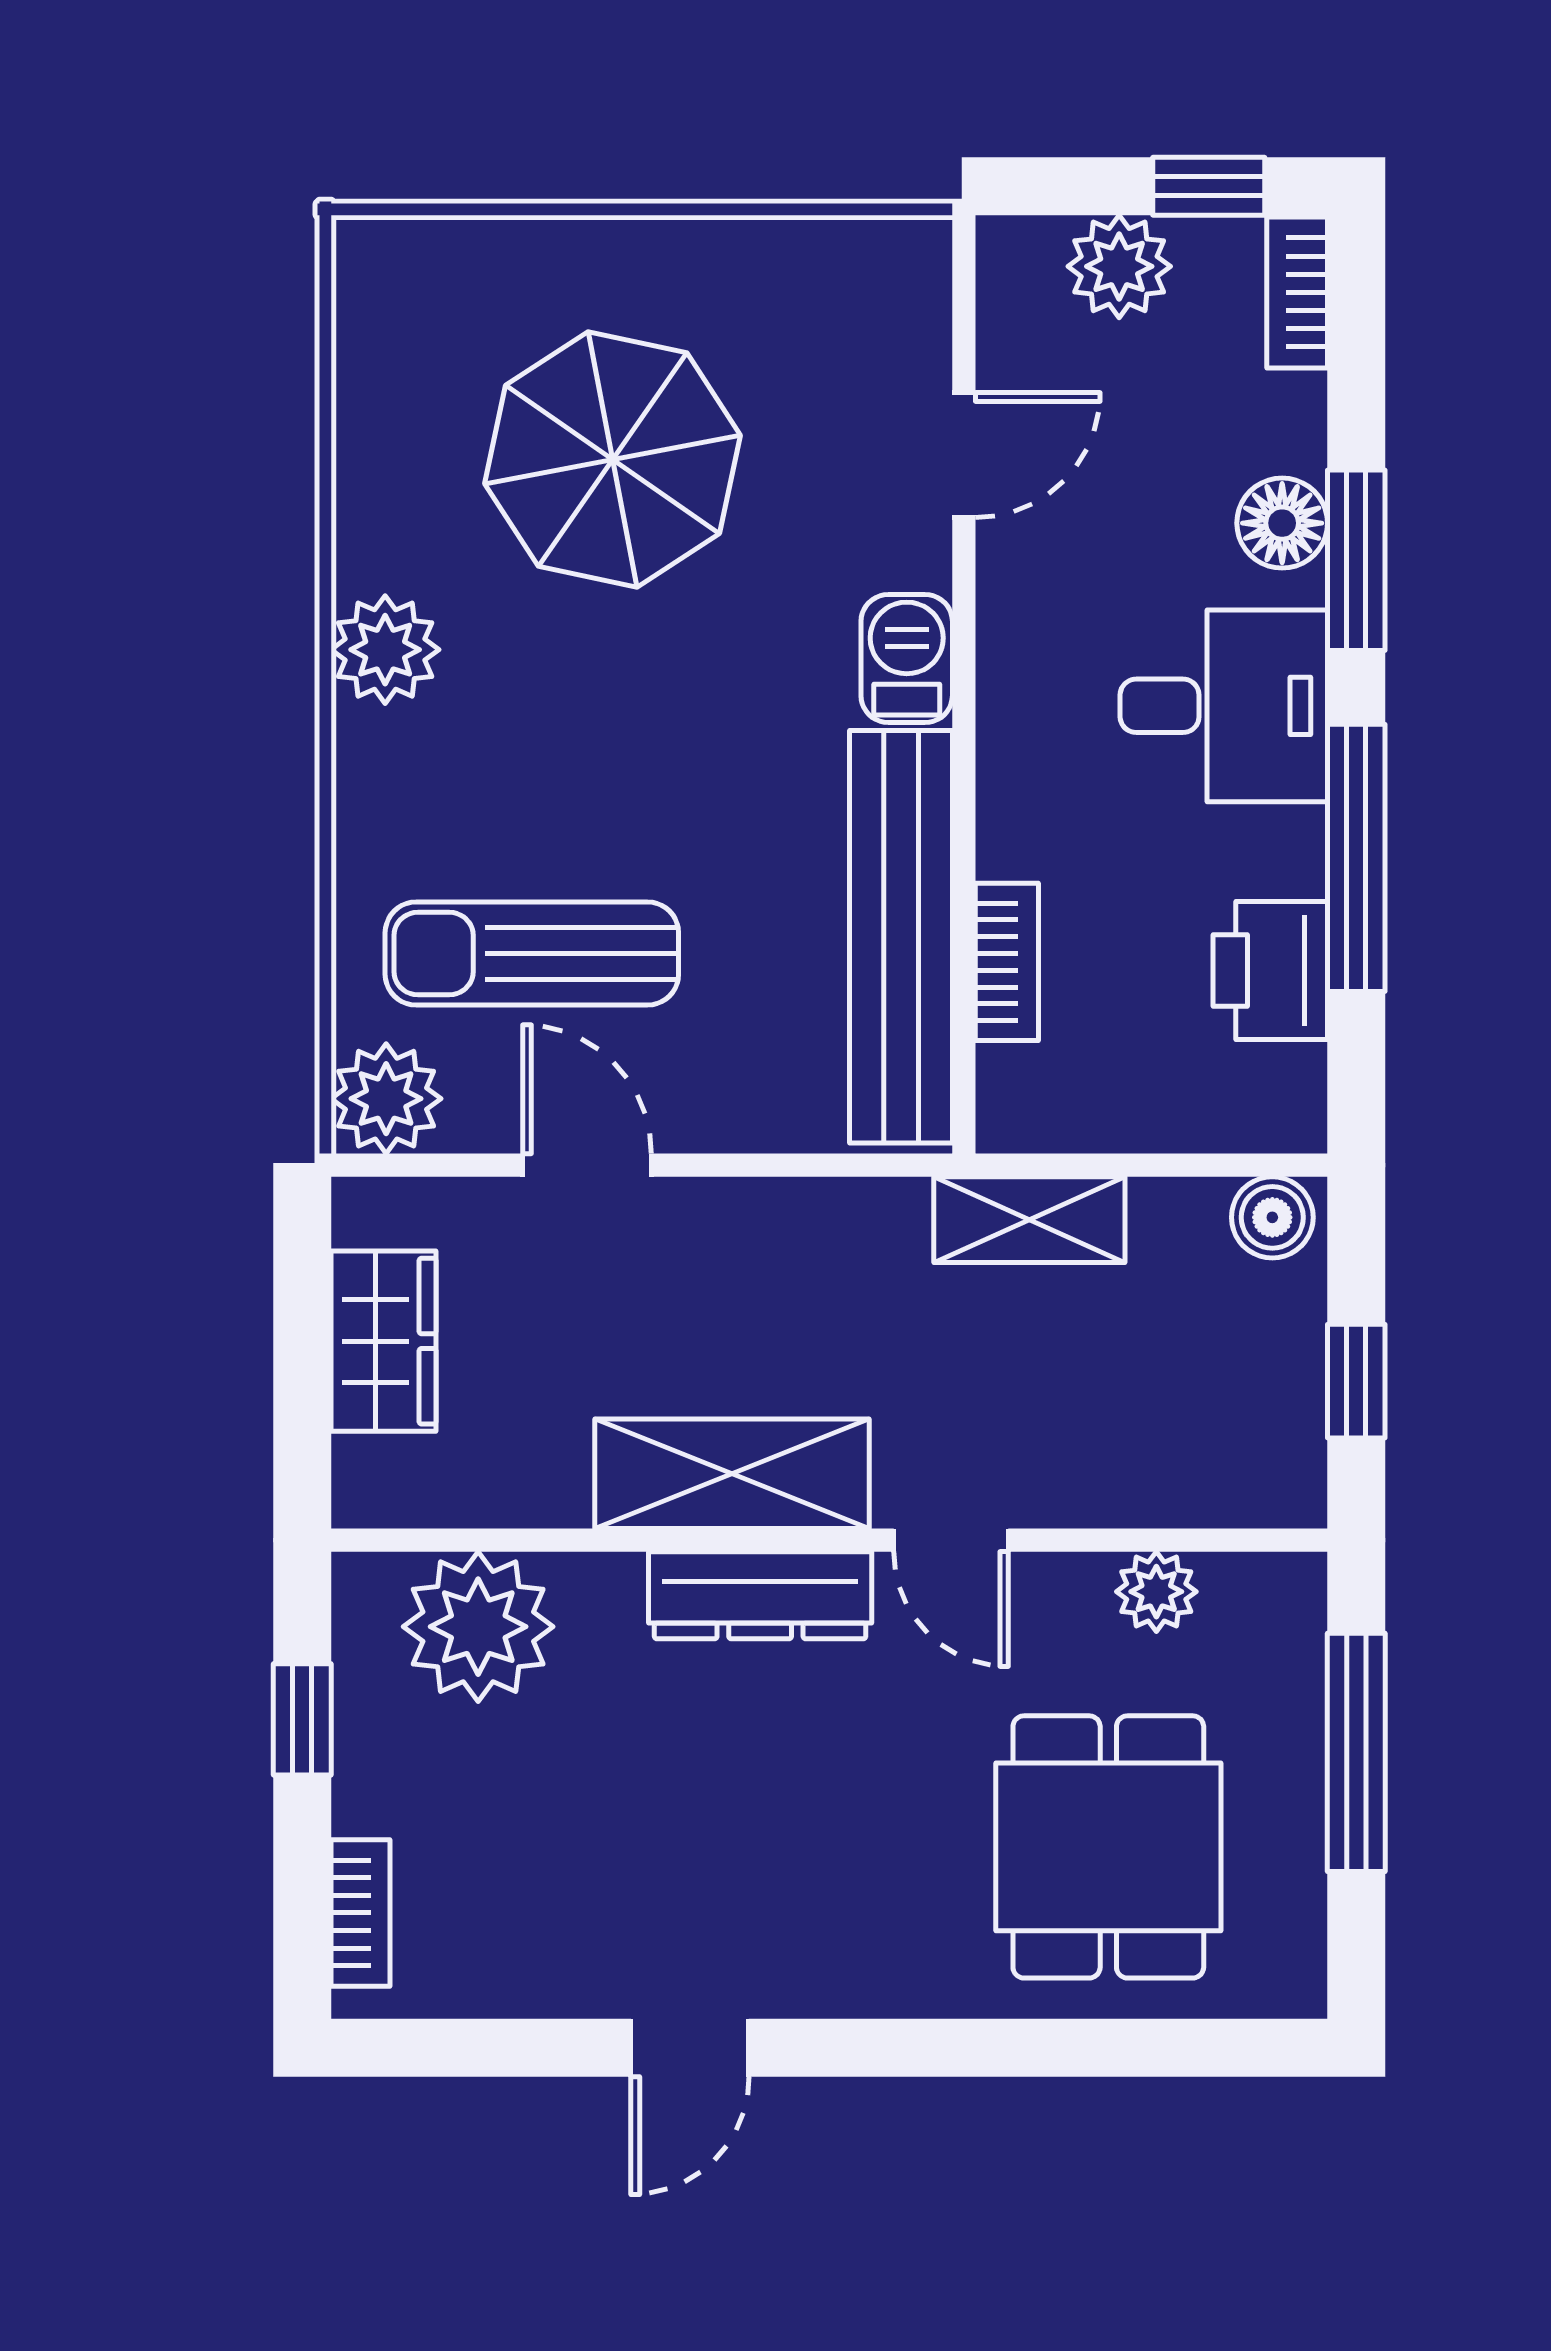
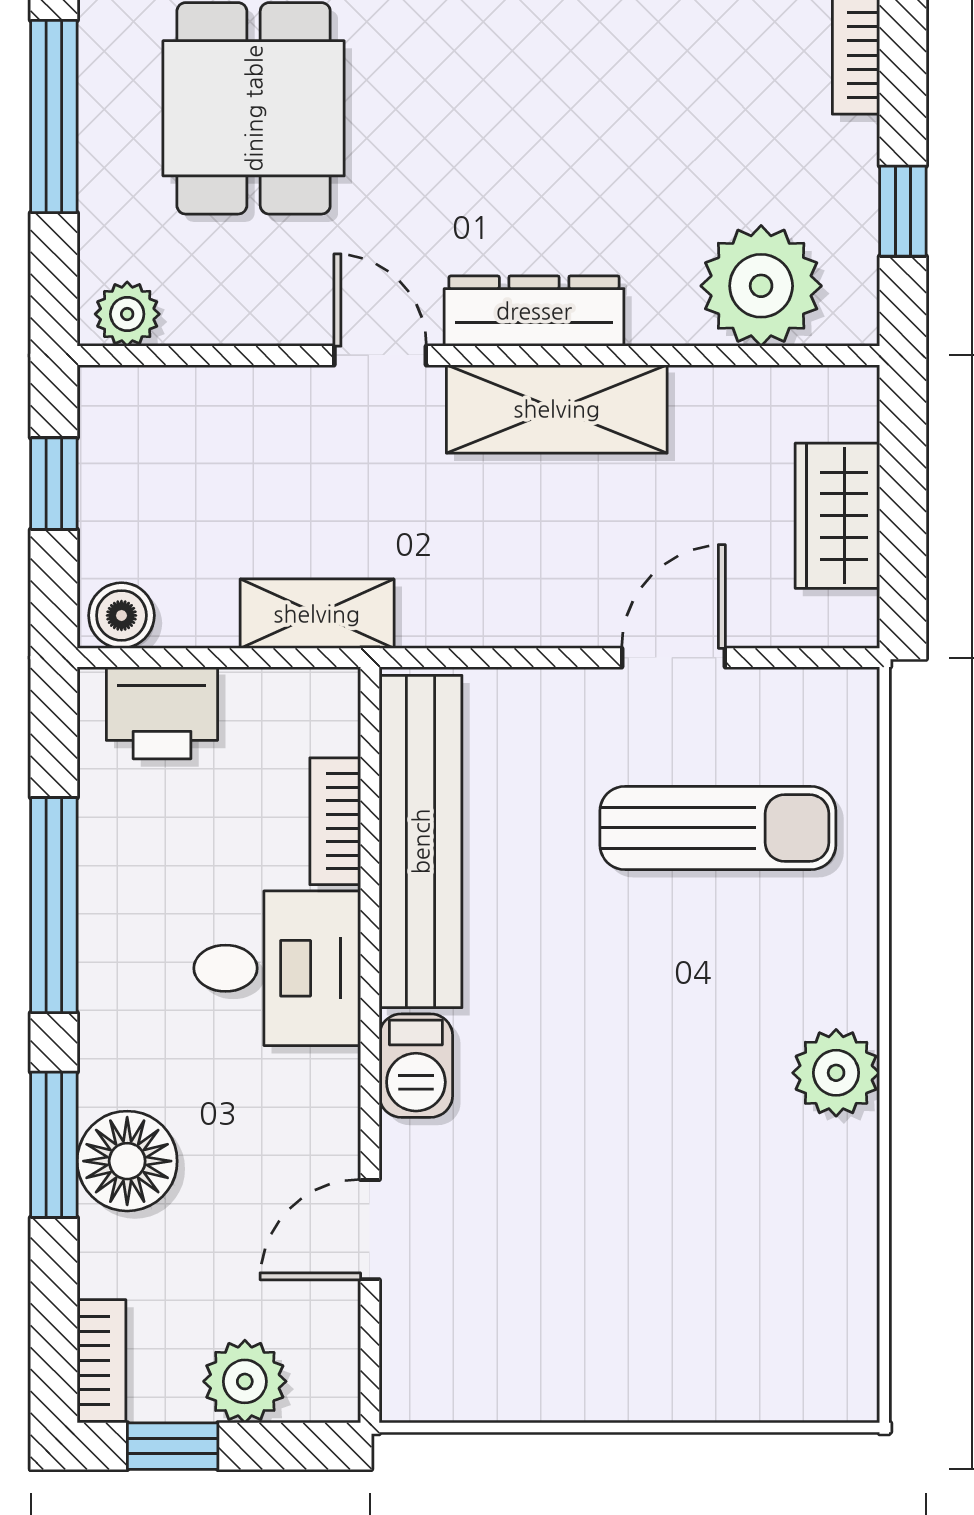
parasol: (613, 459) -> (653, 1226), removed
floor lamp: (1282, 523) -> (127, 1161), width x1.38, depth x1.38
desk: (1224, 706) -> (277, 968), moved, turned 180
printer: (1270, 971) -> (162, 713), moved, turned 90
plant: (386, 1099) -> (835, 711), removed
door: (587, 1165) -> (673, 658), swing flipped
plant: (1156, 1592) -> (127, 314), moved
window: (1356, 1752) -> (54, 117), moved

